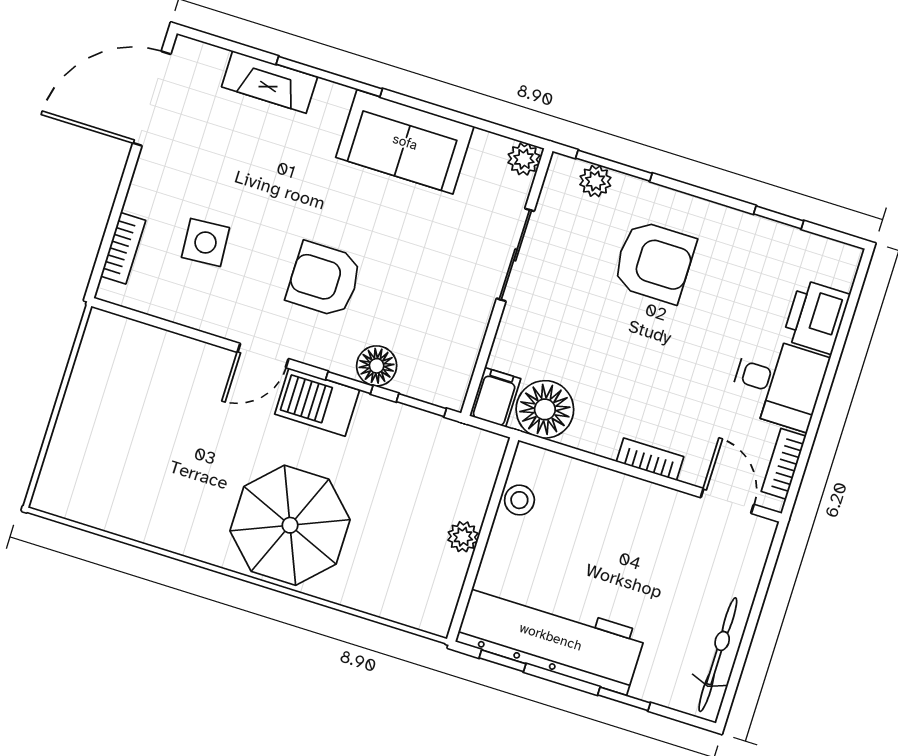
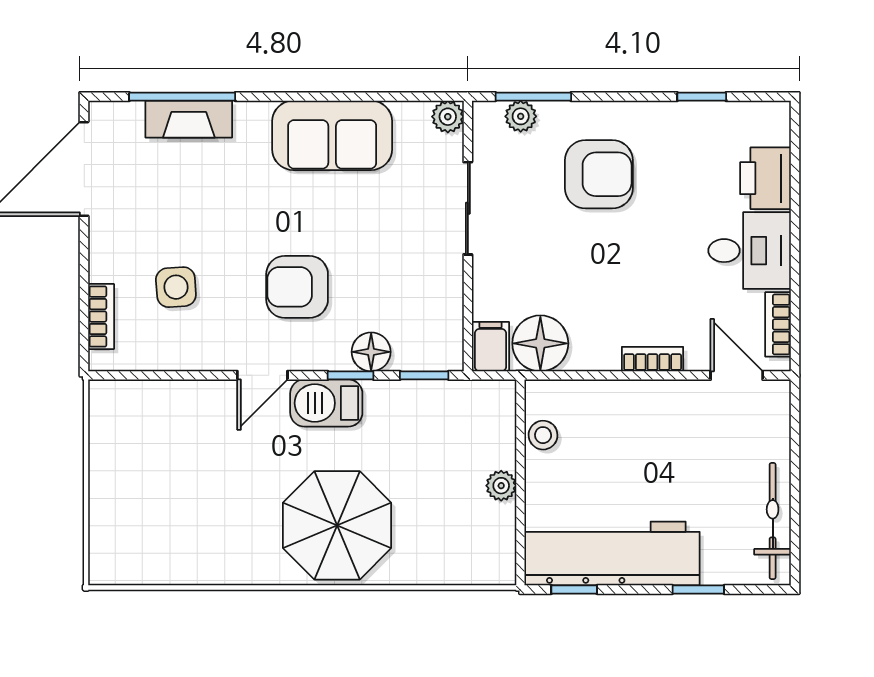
window: (329, 77) -> (182, 97), moved

